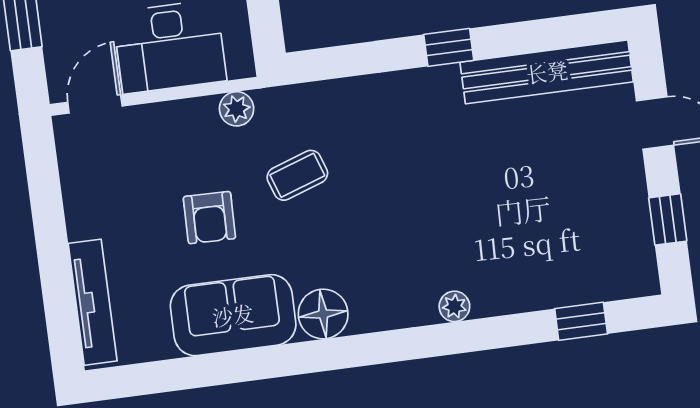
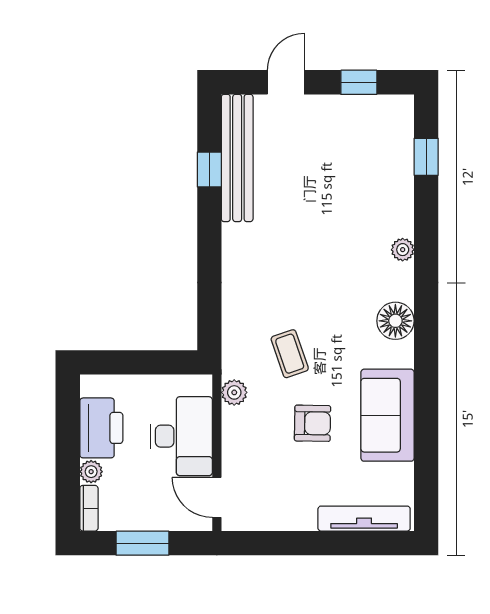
window: (449, 47) -> (209, 169), moved
floor lamp: (323, 314) -> (395, 321), moved

